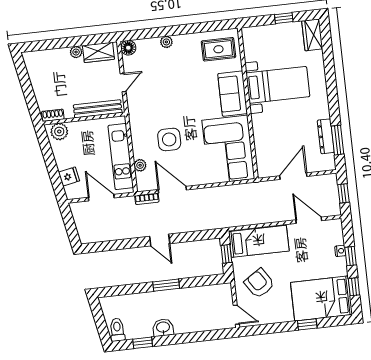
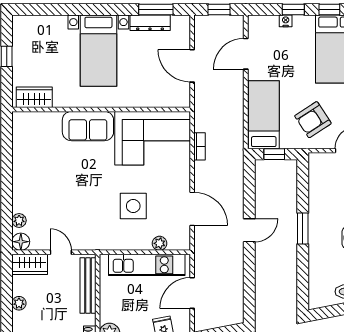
wardrobe: (312, 35) -> (34, 97), moved, turned 180
plant: (166, 42) -> (19, 220), moved
rug: (218, 49) -> (34, 137), removed
wardrobe: (98, 52) -> (30, 264), moved, turned 90
bed with nightstands: (278, 85) -> (98, 51), moved, turned 180
door: (172, 190) -> (192, 209), swing flipped
bookcase: (147, 199) -> (200, 146), moved

